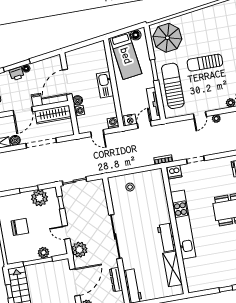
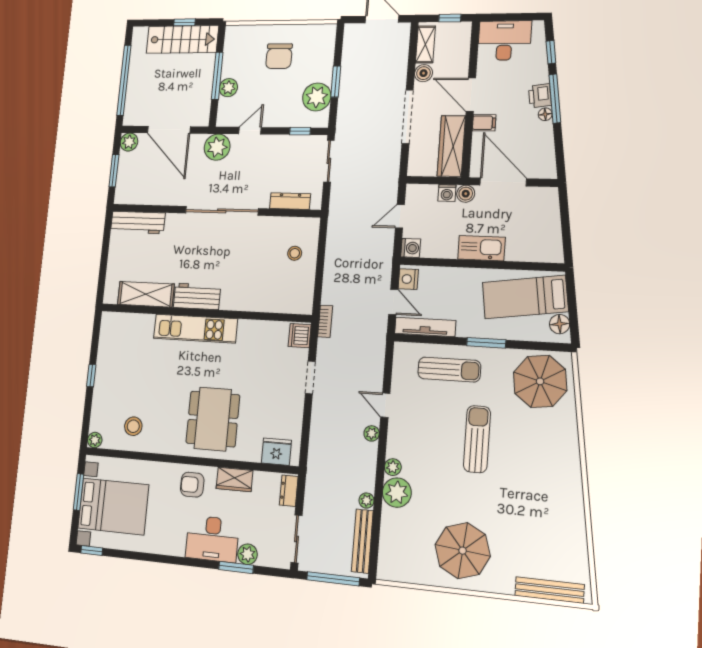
sun lounger: (173, 86) -> (449, 370), width x0.73, depth x0.75
kitchen unit: (183, 225) -> (195, 329), width x0.73
dresser: (116, 280) -> (290, 201), moved

